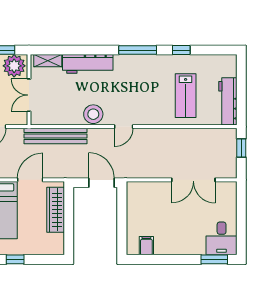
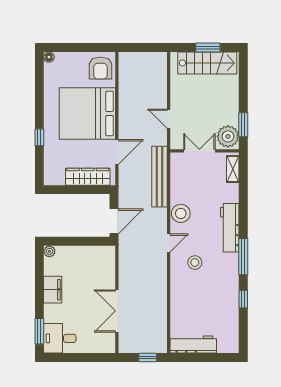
workbench: (88, 64) -> (230, 228), moved
lab bench: (186, 96) -> (199, 303), removed
stool: (144, 100) -> (195, 263), added
door: (124, 127) -> (169, 243), swing flipped
door: (30, 180) -> (117, 152), hinge flipped
filing cabinet: (146, 246) -> (53, 290), moved, width x2.00
plant: (132, 249) -> (49, 251), added

